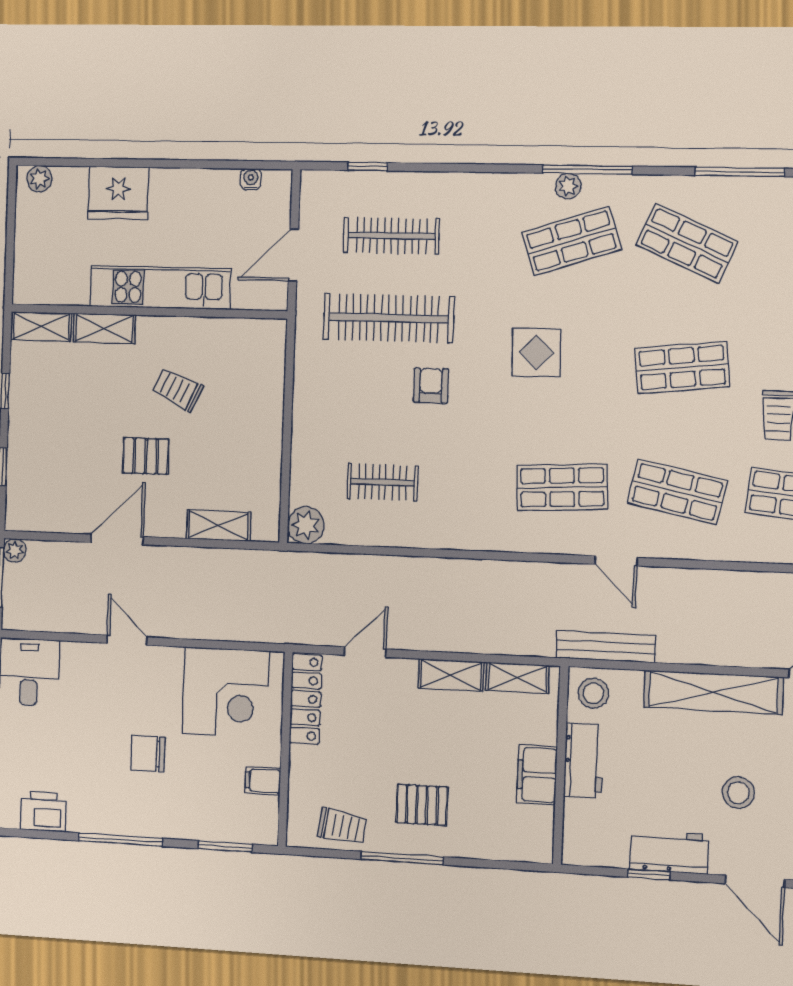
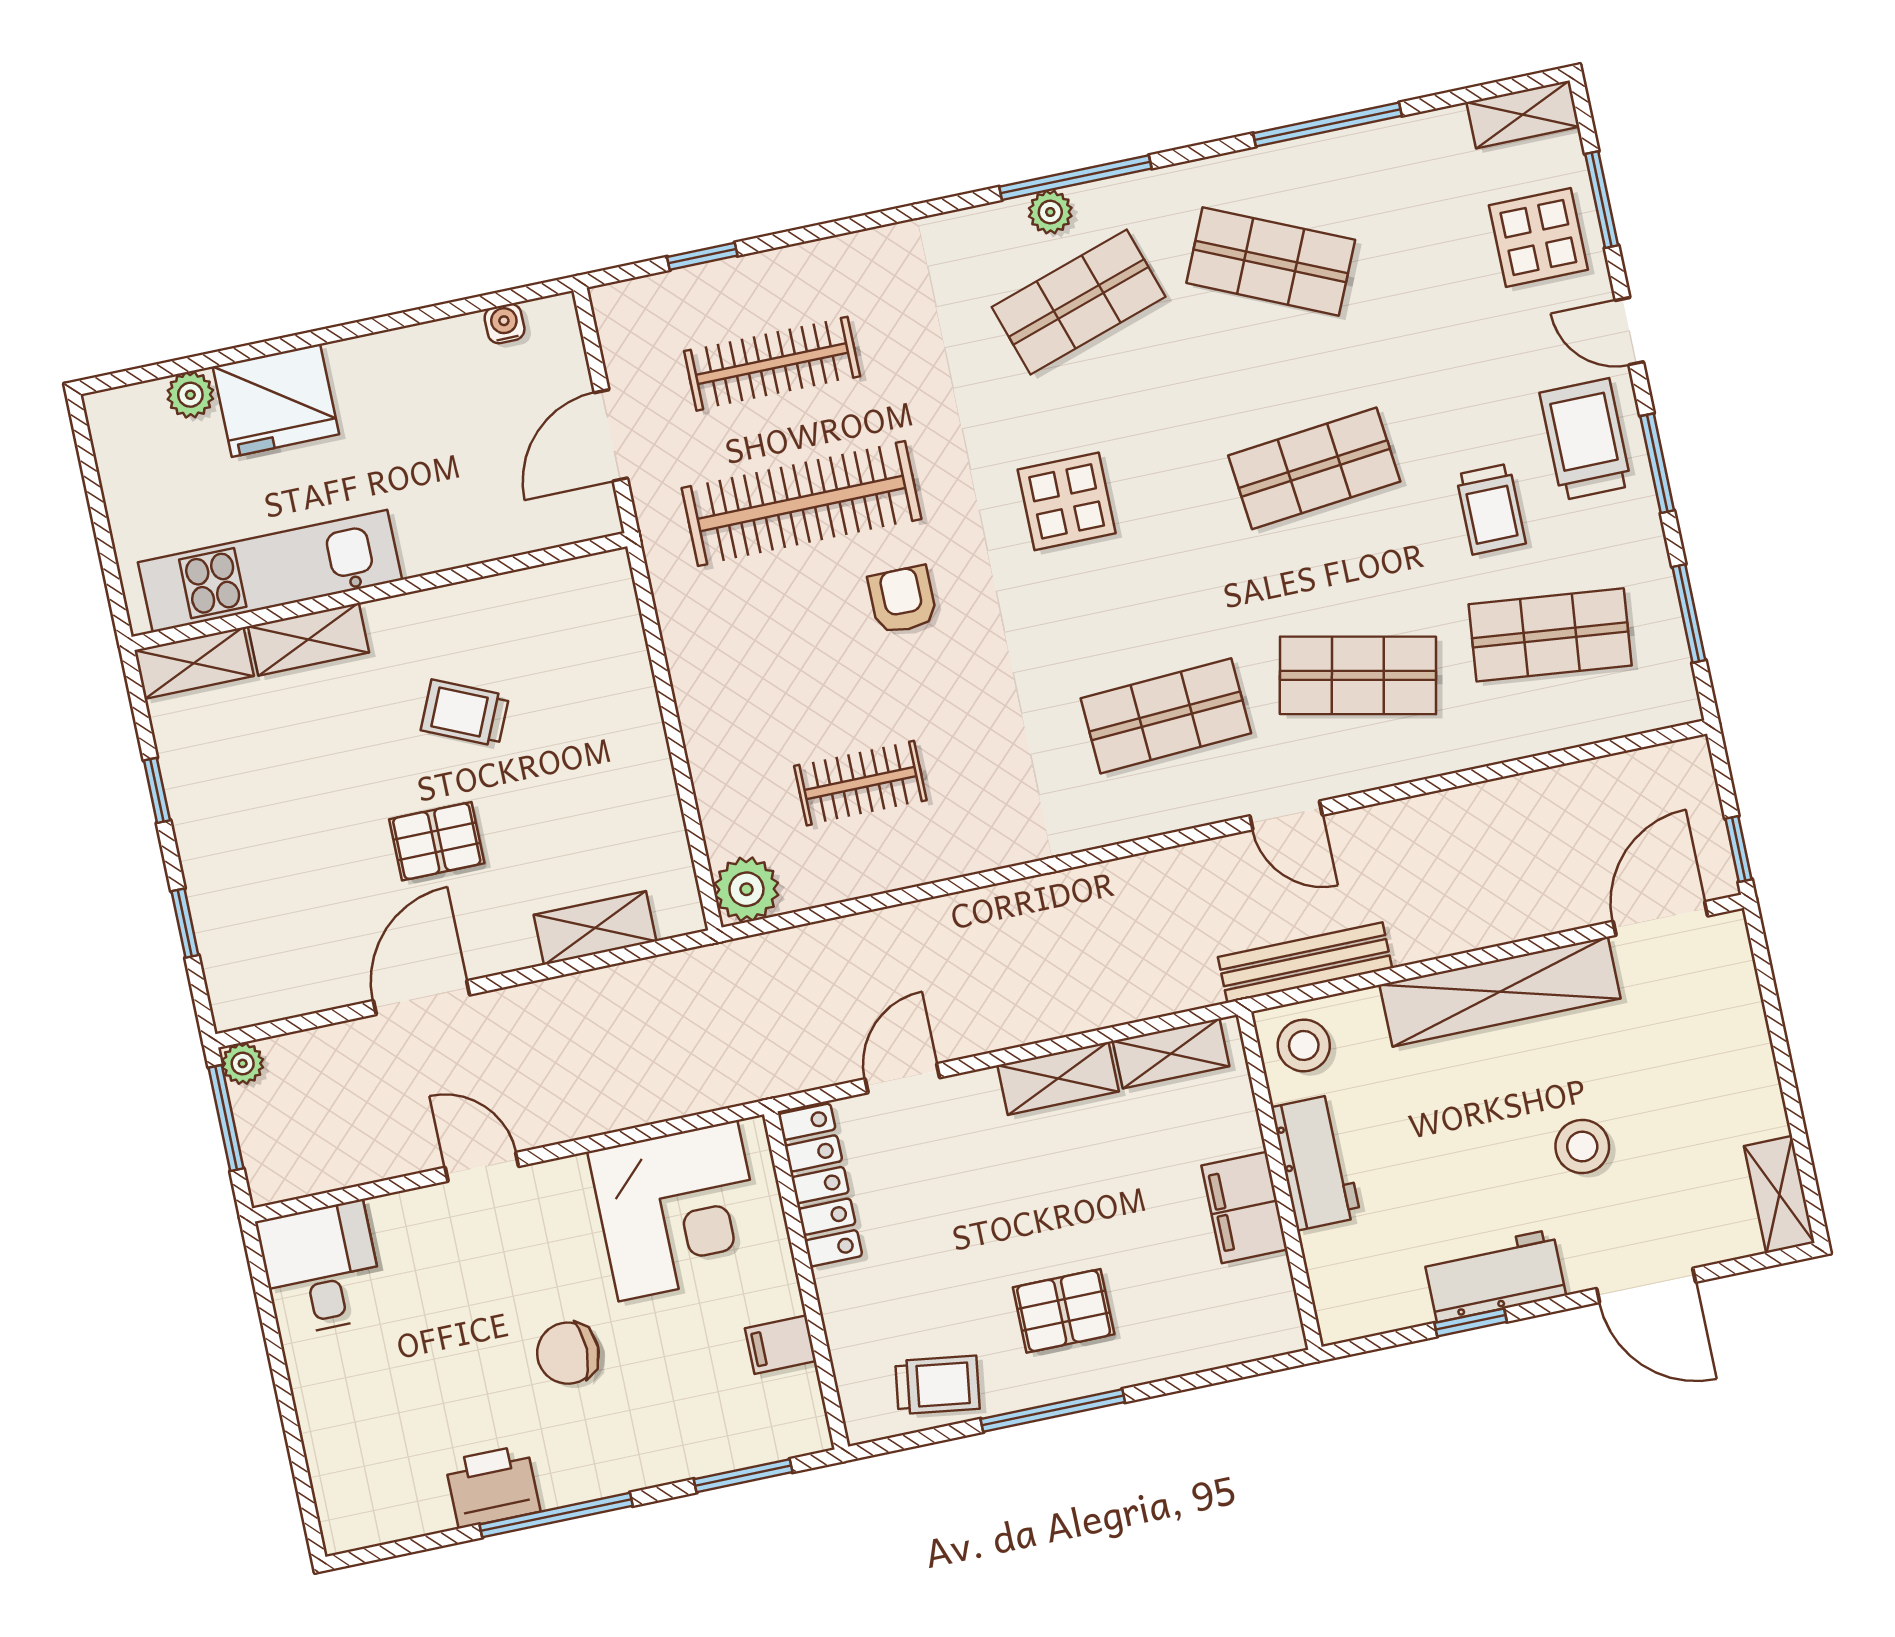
plant: (39, 179) -> (190, 395), moved
kitchen unit: (160, 288) -> (270, 571), moved
printer: (43, 812) -> (493, 1486), moved

